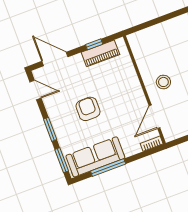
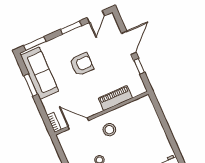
piano: (100, 53) -> (115, 98), moved, turned 90
door: (55, 59) -> (129, 43), moved
window: (50, 129) -> (71, 28), moved
window: (108, 168) -> (31, 85), width x0.69

